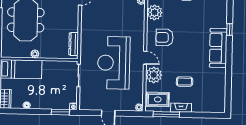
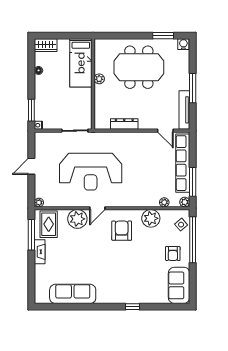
dresser: (74, 44) -> (124, 124), moved
sofa: (218, 48) -> (73, 294), moved
reception desk: (114, 63) -> (91, 172), turned 180
coffee table: (185, 82) -> (70, 255), removed

